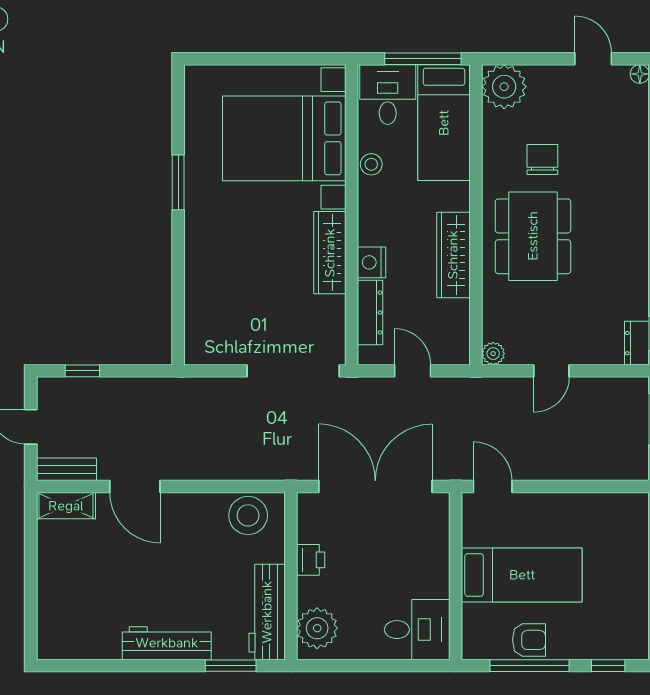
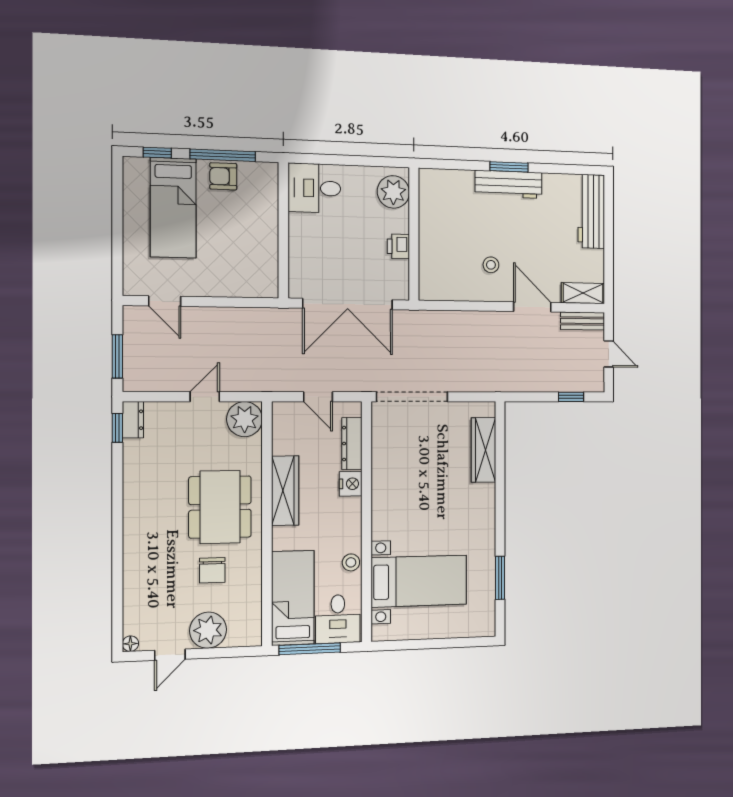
door: (593, 59) -> (170, 655), hinge flipped
plant: (504, 87) -> (208, 630), moved
bed with nightstands: (284, 138) -> (419, 581), width x0.73
window: (178, 182) -> (500, 578), moved
wardrobe: (330, 253) -> (484, 450), moved, turned 180
plant: (493, 354) -> (245, 419), width x1.88, depth x1.88
door: (493, 486) -> (165, 301), moved
stool: (248, 515) -> (491, 265), moved, width x0.53, depth x0.53
bed: (522, 575) -> (173, 208), moved, turned -90
workbench: (267, 612) -> (591, 211), moved, turned 180
window: (231, 666) -> (509, 167), moved

